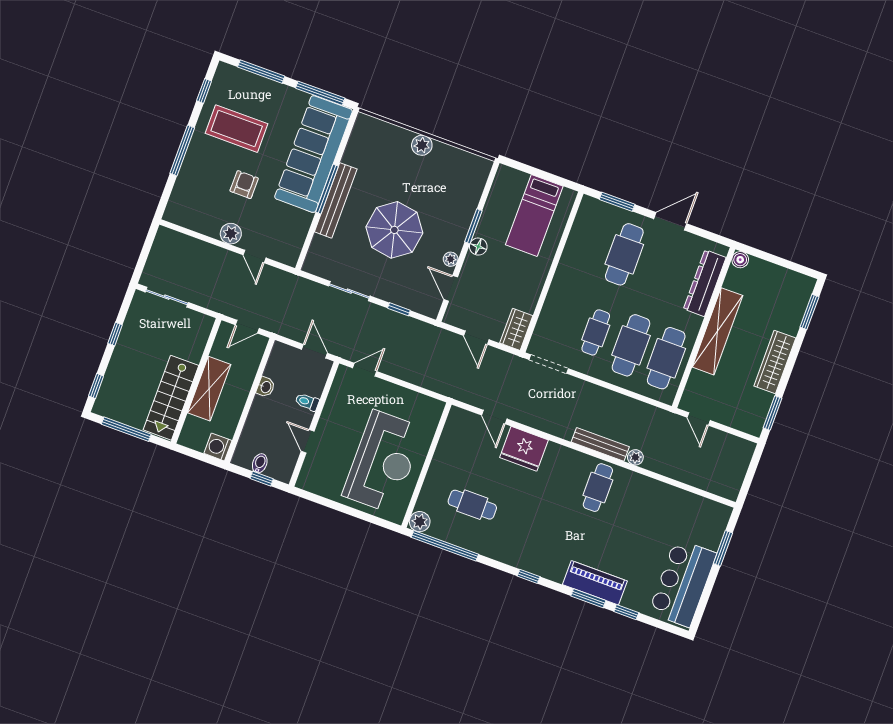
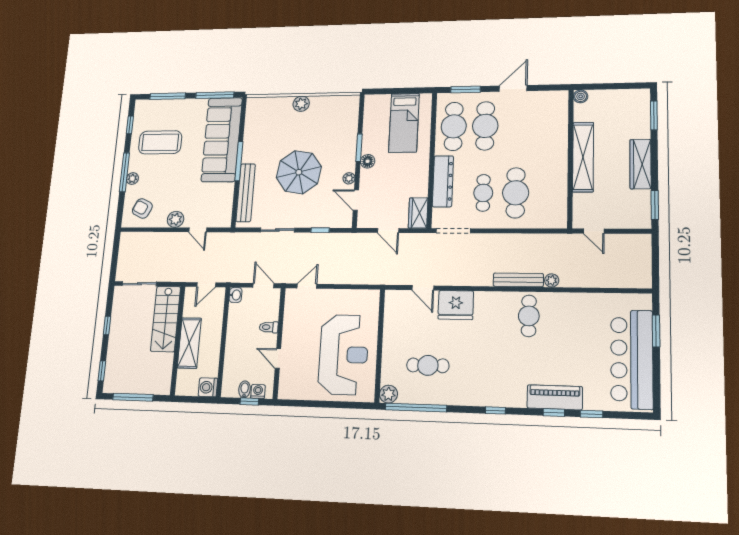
plant: (190, 162) -> (132, 179), added
armchair: (244, 185) -> (142, 208), moved, turned -64
bench: (336, 200) -> (246, 193), moved
dresser: (705, 283) -> (443, 181), moved, turned 180
cafe table: (666, 358) -> (454, 126), moved
washbasin: (266, 387) -> (235, 295), moved
stairs: (171, 398) -> (166, 319), moved
washing machine: (275, 471) -> (258, 391), added
bar counter: (683, 583) -> (632, 359), width x1.36
window: (588, 598) -> (554, 413), width x0.67

